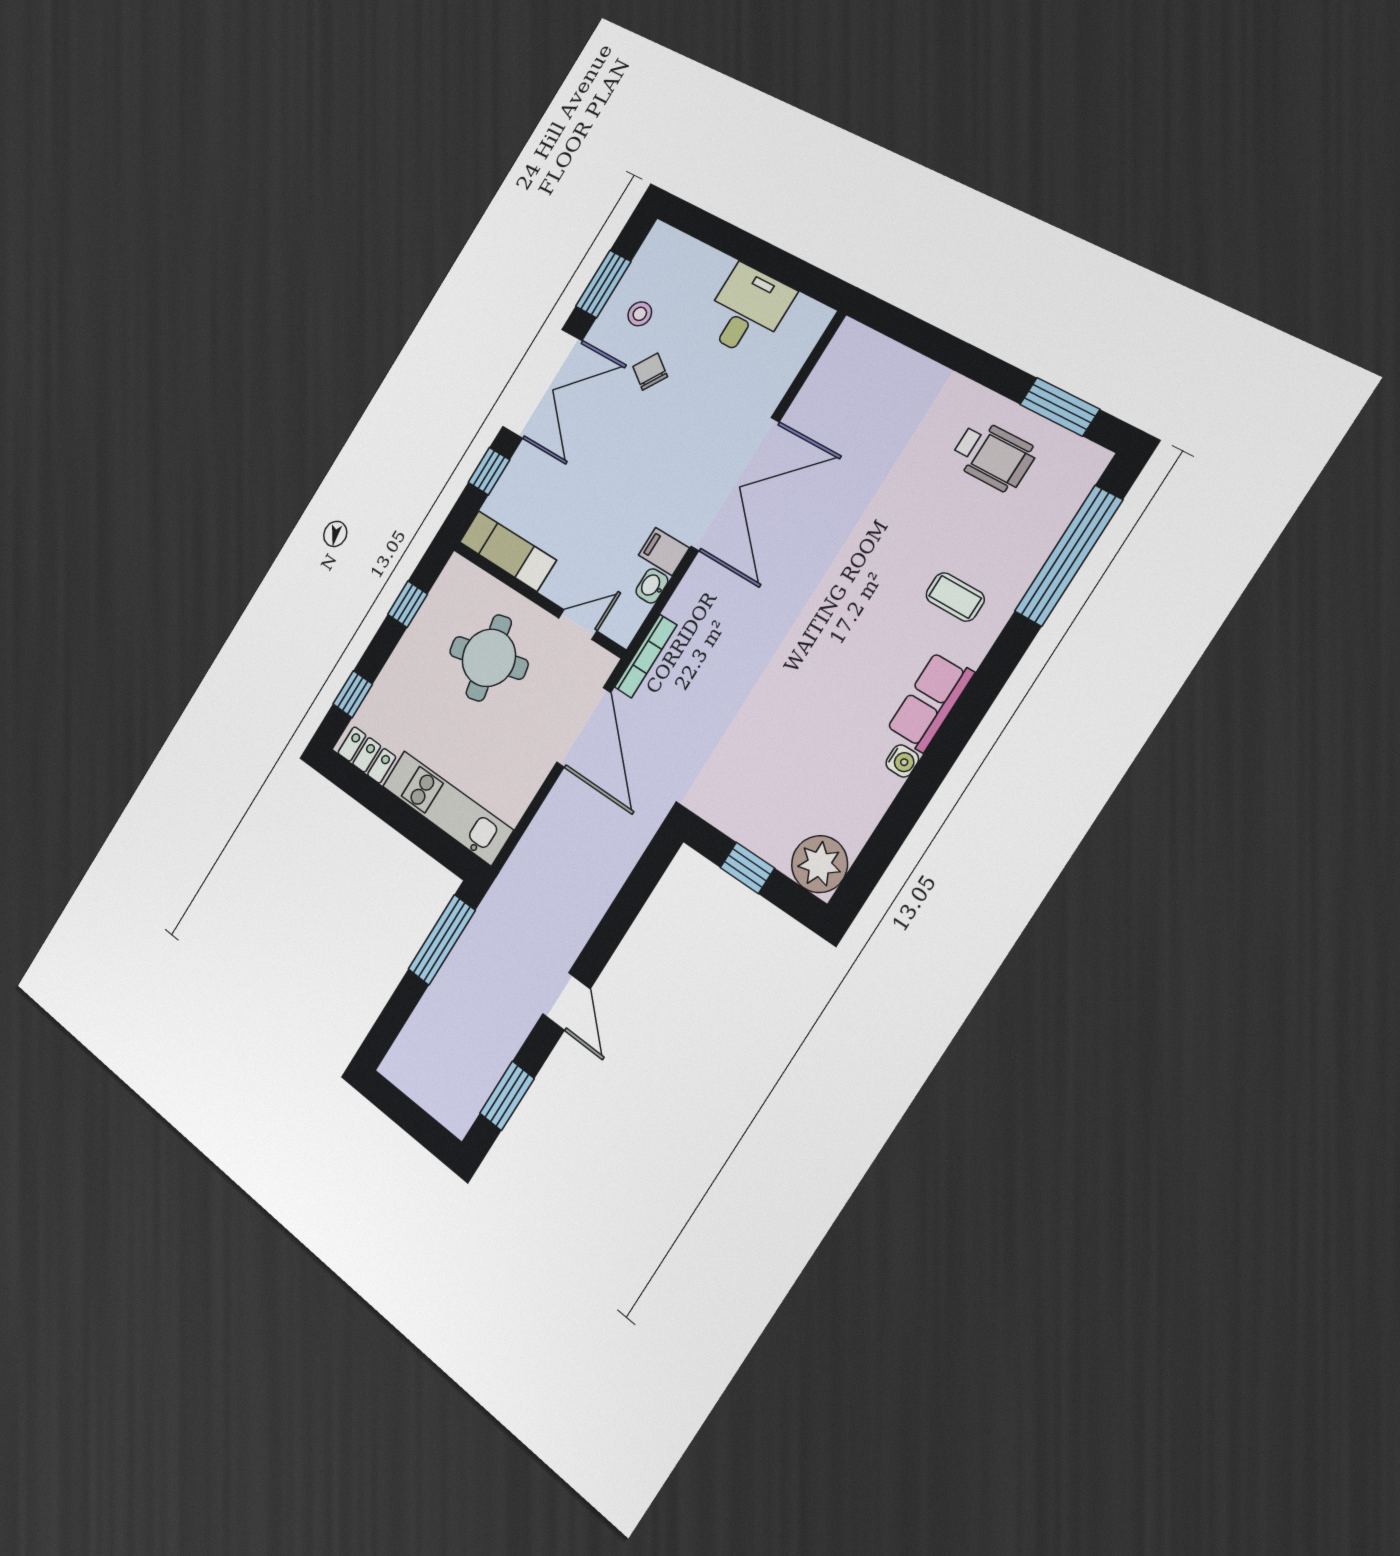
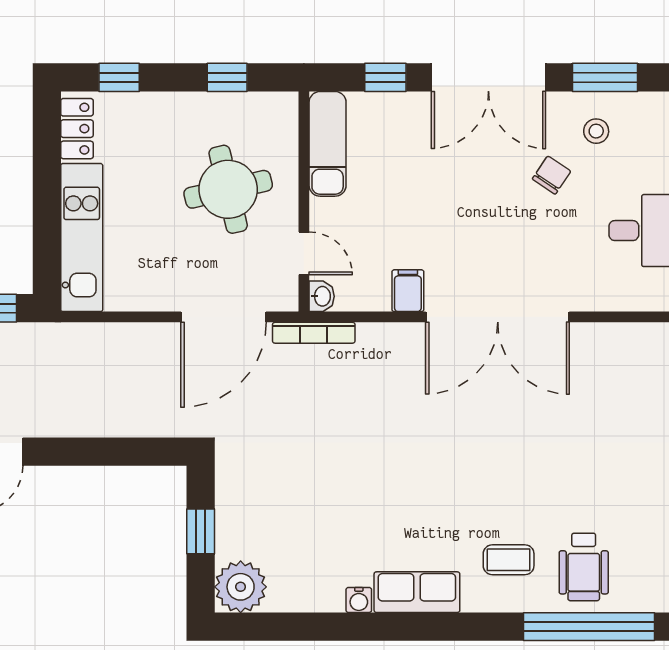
wheelchair: (993, 456) -> (584, 567), moved
washbasin: (652, 586) -> (322, 296), moved, turned 90
coffee table: (955, 597) -> (509, 560), turned 90

